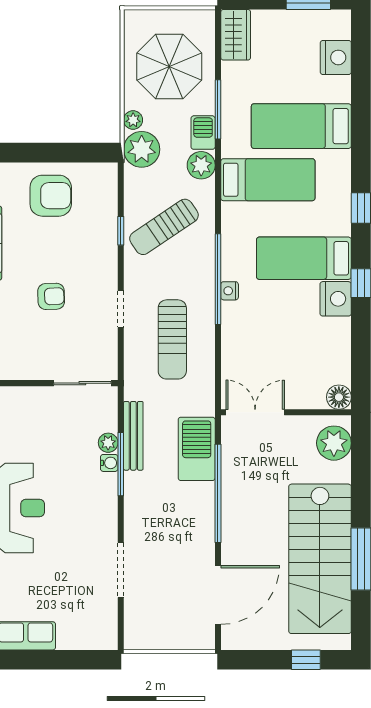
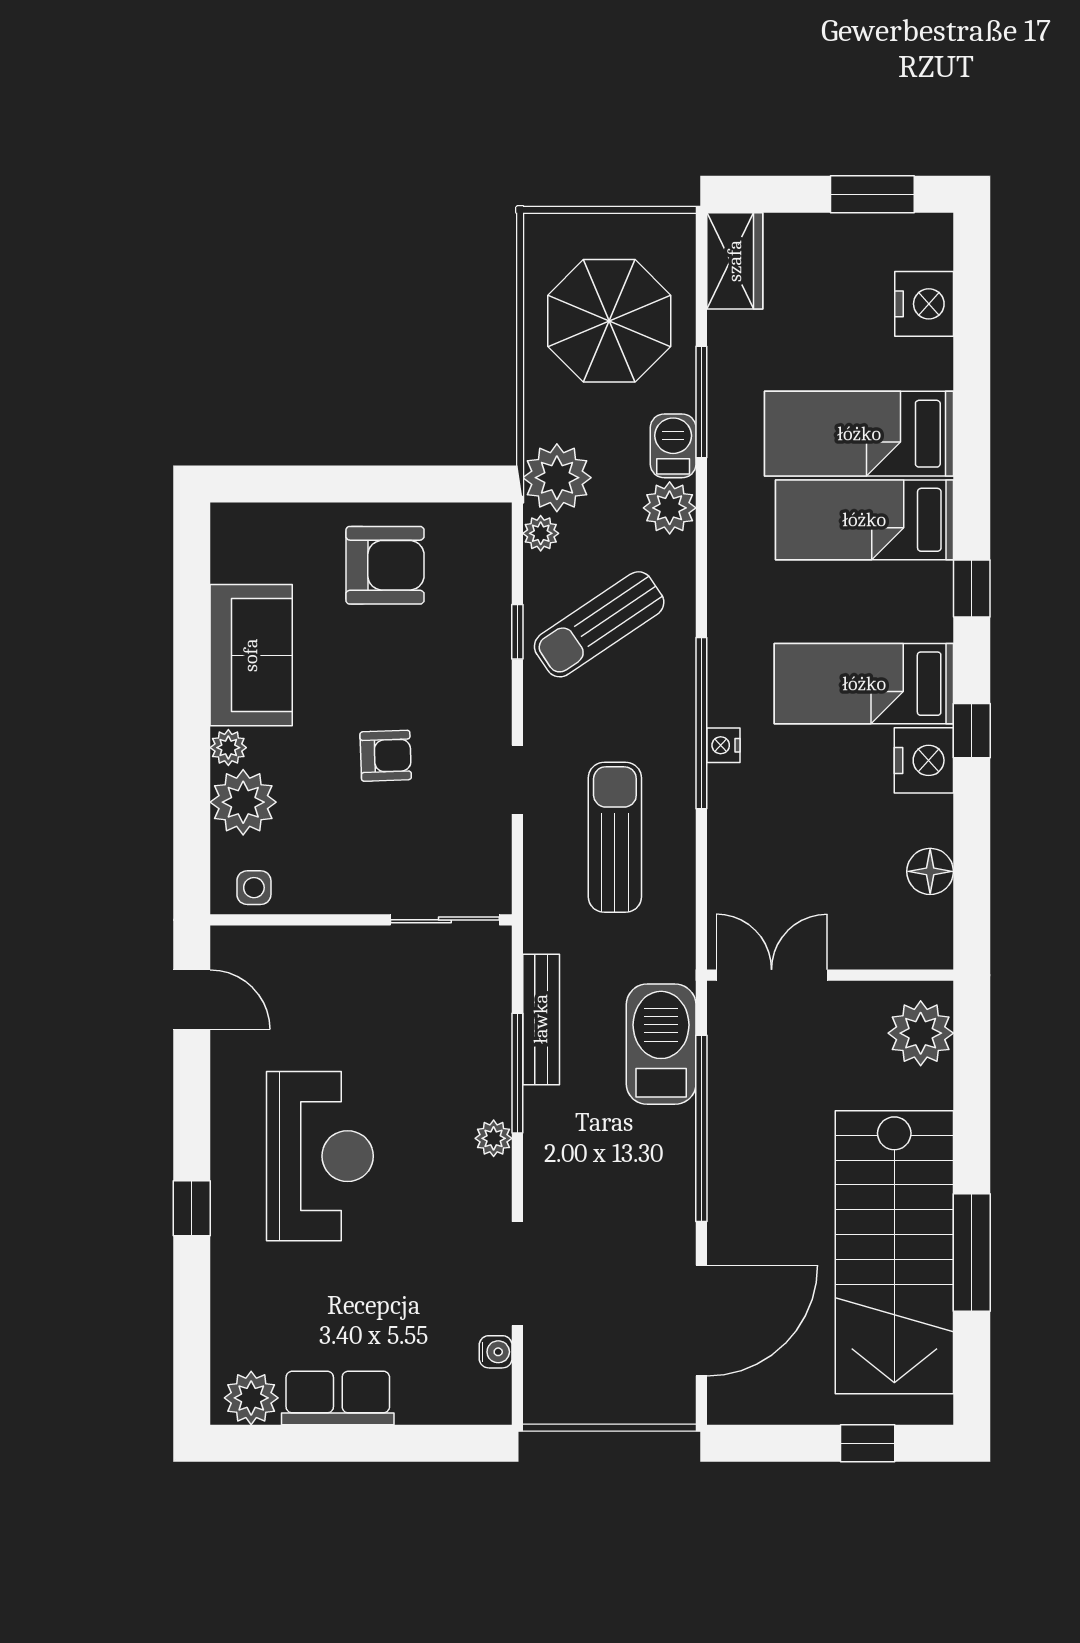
plant: (133, 120) -> (541, 533), moved
bed: (268, 180) -> (864, 520), moved, turned 180
sun lounger: (172, 339) -> (615, 837), turned 180
floor lamp: (339, 397) -> (930, 871), moved
plant: (108, 443) -> (494, 1138), moved
water cooler: (109, 463) -> (496, 1352), moved

